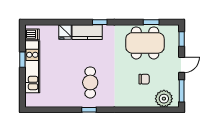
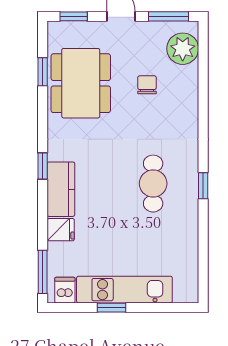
window: (42, 22) -> (43, 272), added
cafe table: (90, 82) -> (153, 184), turned 90

